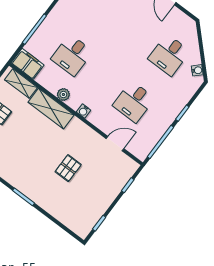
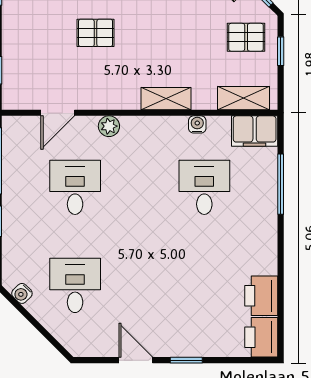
plant: (63, 94) -> (109, 126), moved
shelving: (51, 109) -> (166, 99), width x0.67, depth x0.75
water cooler: (84, 111) -> (197, 124), moved
pallet: (68, 168) -> (96, 33), turned 90

